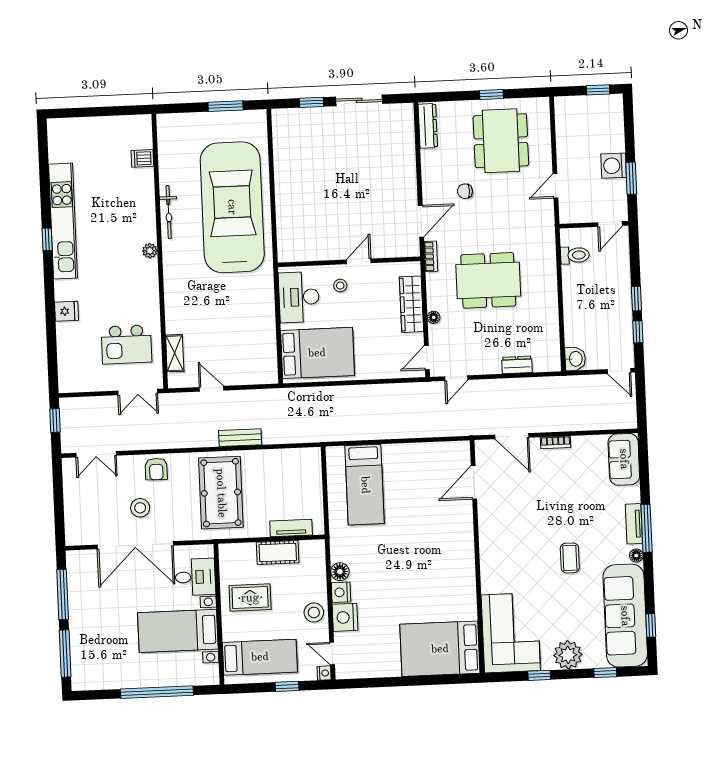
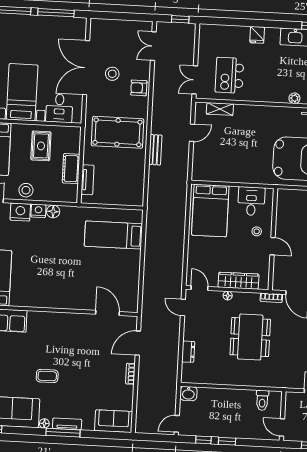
desk: (299, 297) -> (251, 201), width x0.73

